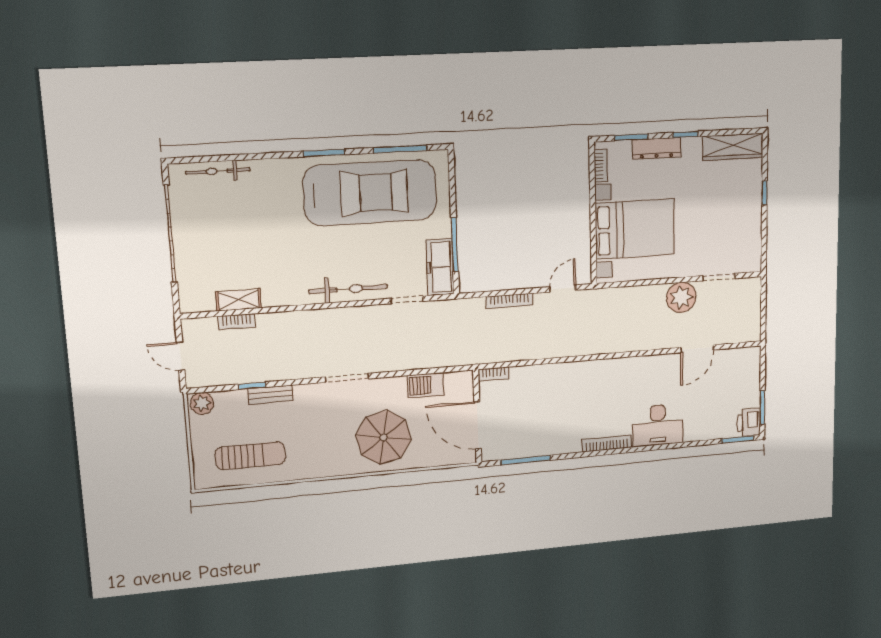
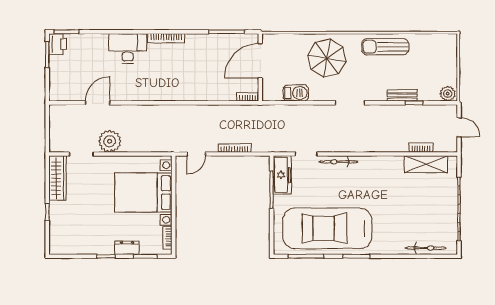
wardrobe: (733, 147) -> (58, 178), moved, turned 90
dresser: (657, 148) -> (127, 248), width x0.70
bicycle: (348, 289) -> (339, 162), width x0.73, depth x0.71
shelving: (239, 300) -> (426, 164), width x1.50, depth x1.33
door: (478, 425) -> (260, 61), swing flipped
sun lounger: (250, 456) -> (385, 47), moved

